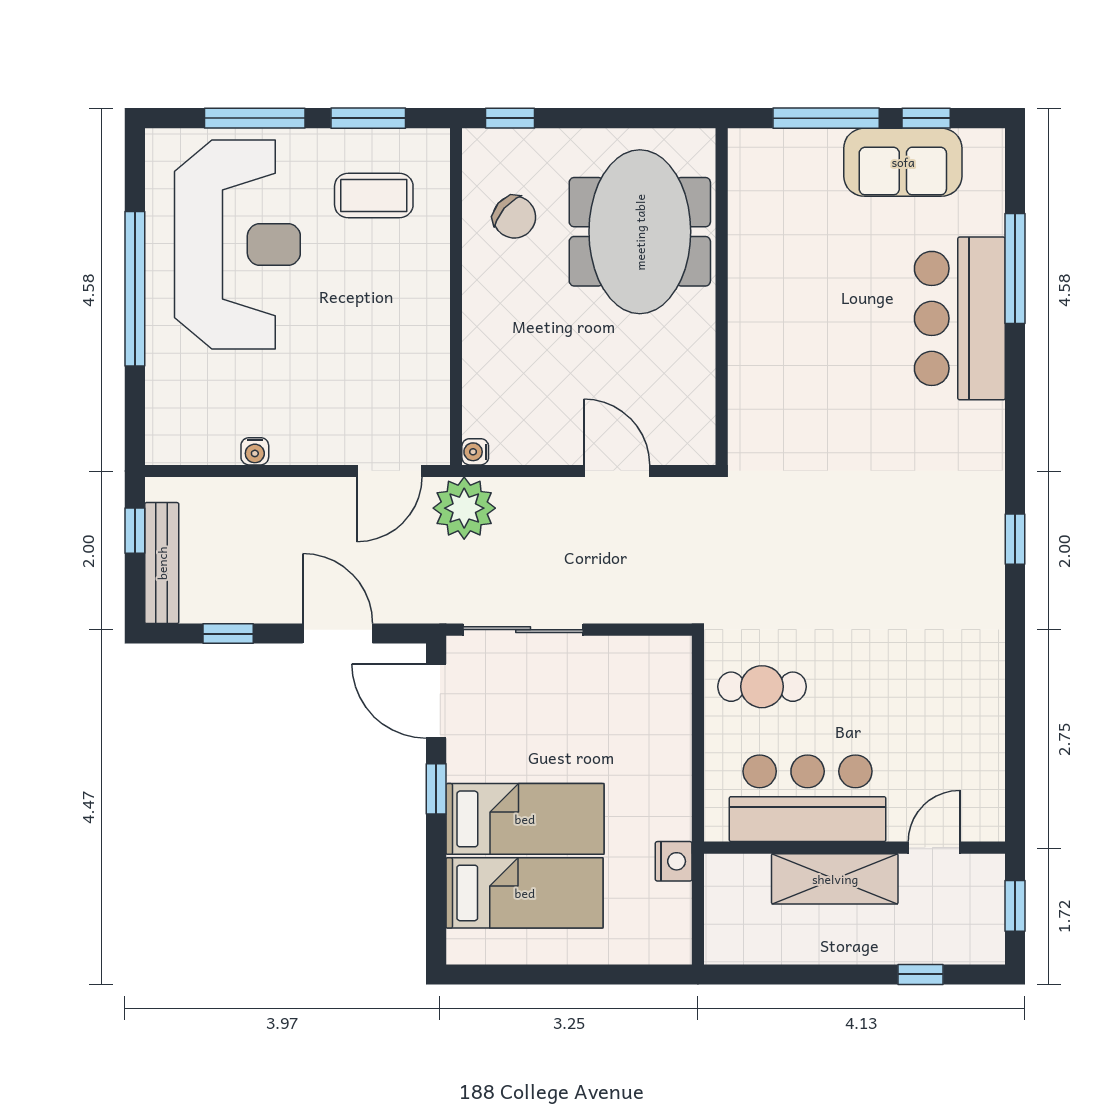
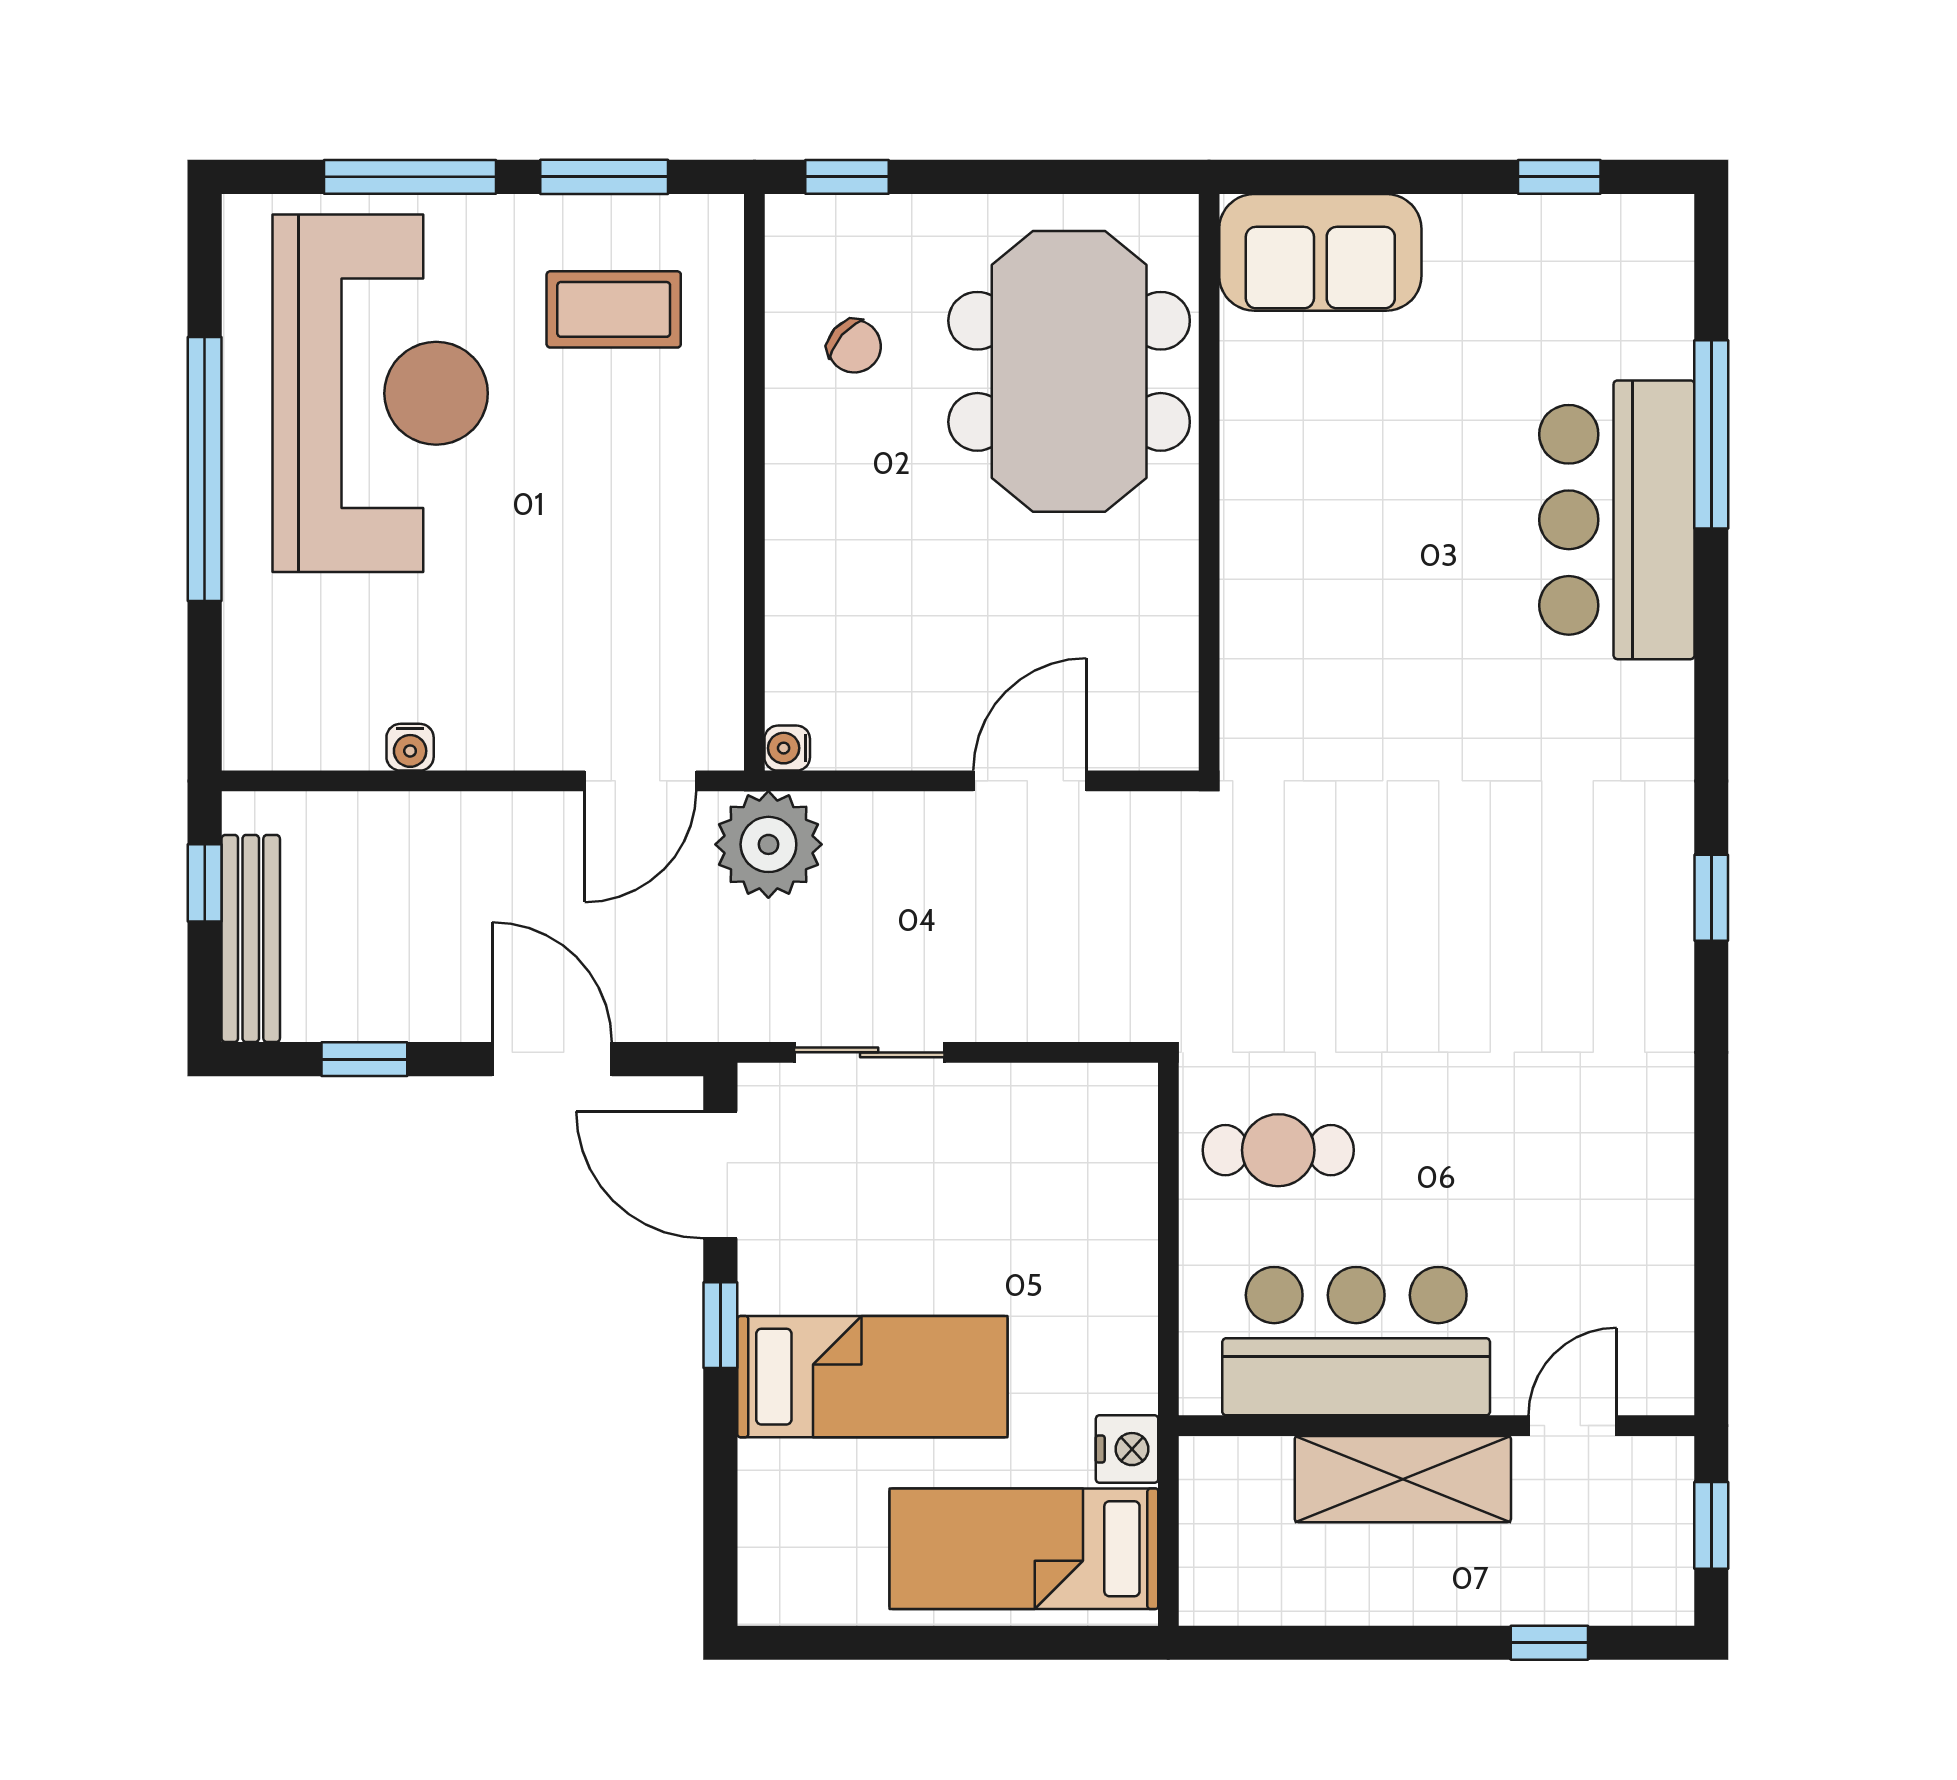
window: (826, 118) -> (1388, 177), removed
sofa: (903, 162) -> (1320, 252), moved
chair: (514, 217) -> (854, 346), width x0.73, depth x0.73
door: (617, 471) -> (1030, 781), hinge flipped
sliding door: (523, 630) -> (869, 1052), width x0.73
bed: (525, 893) -> (1024, 1549), moved, turned 180

